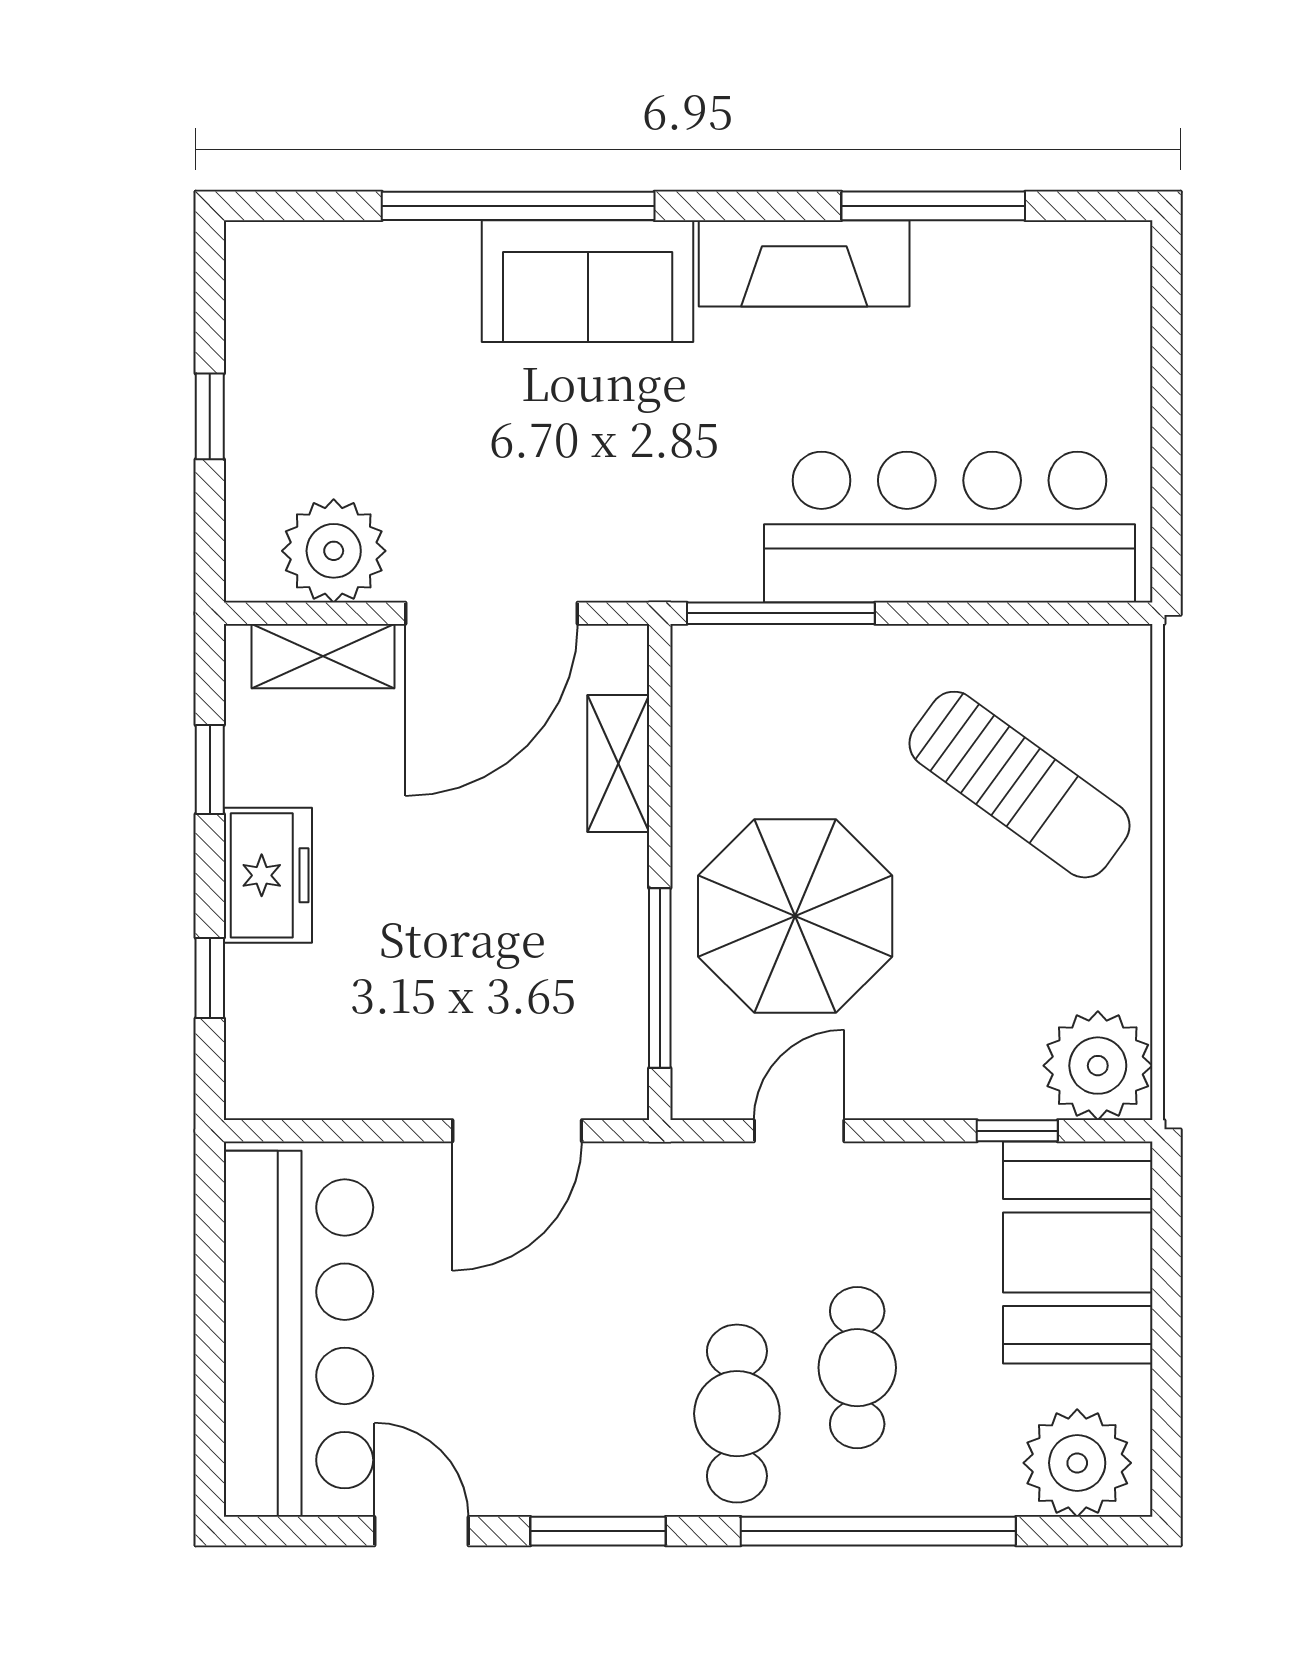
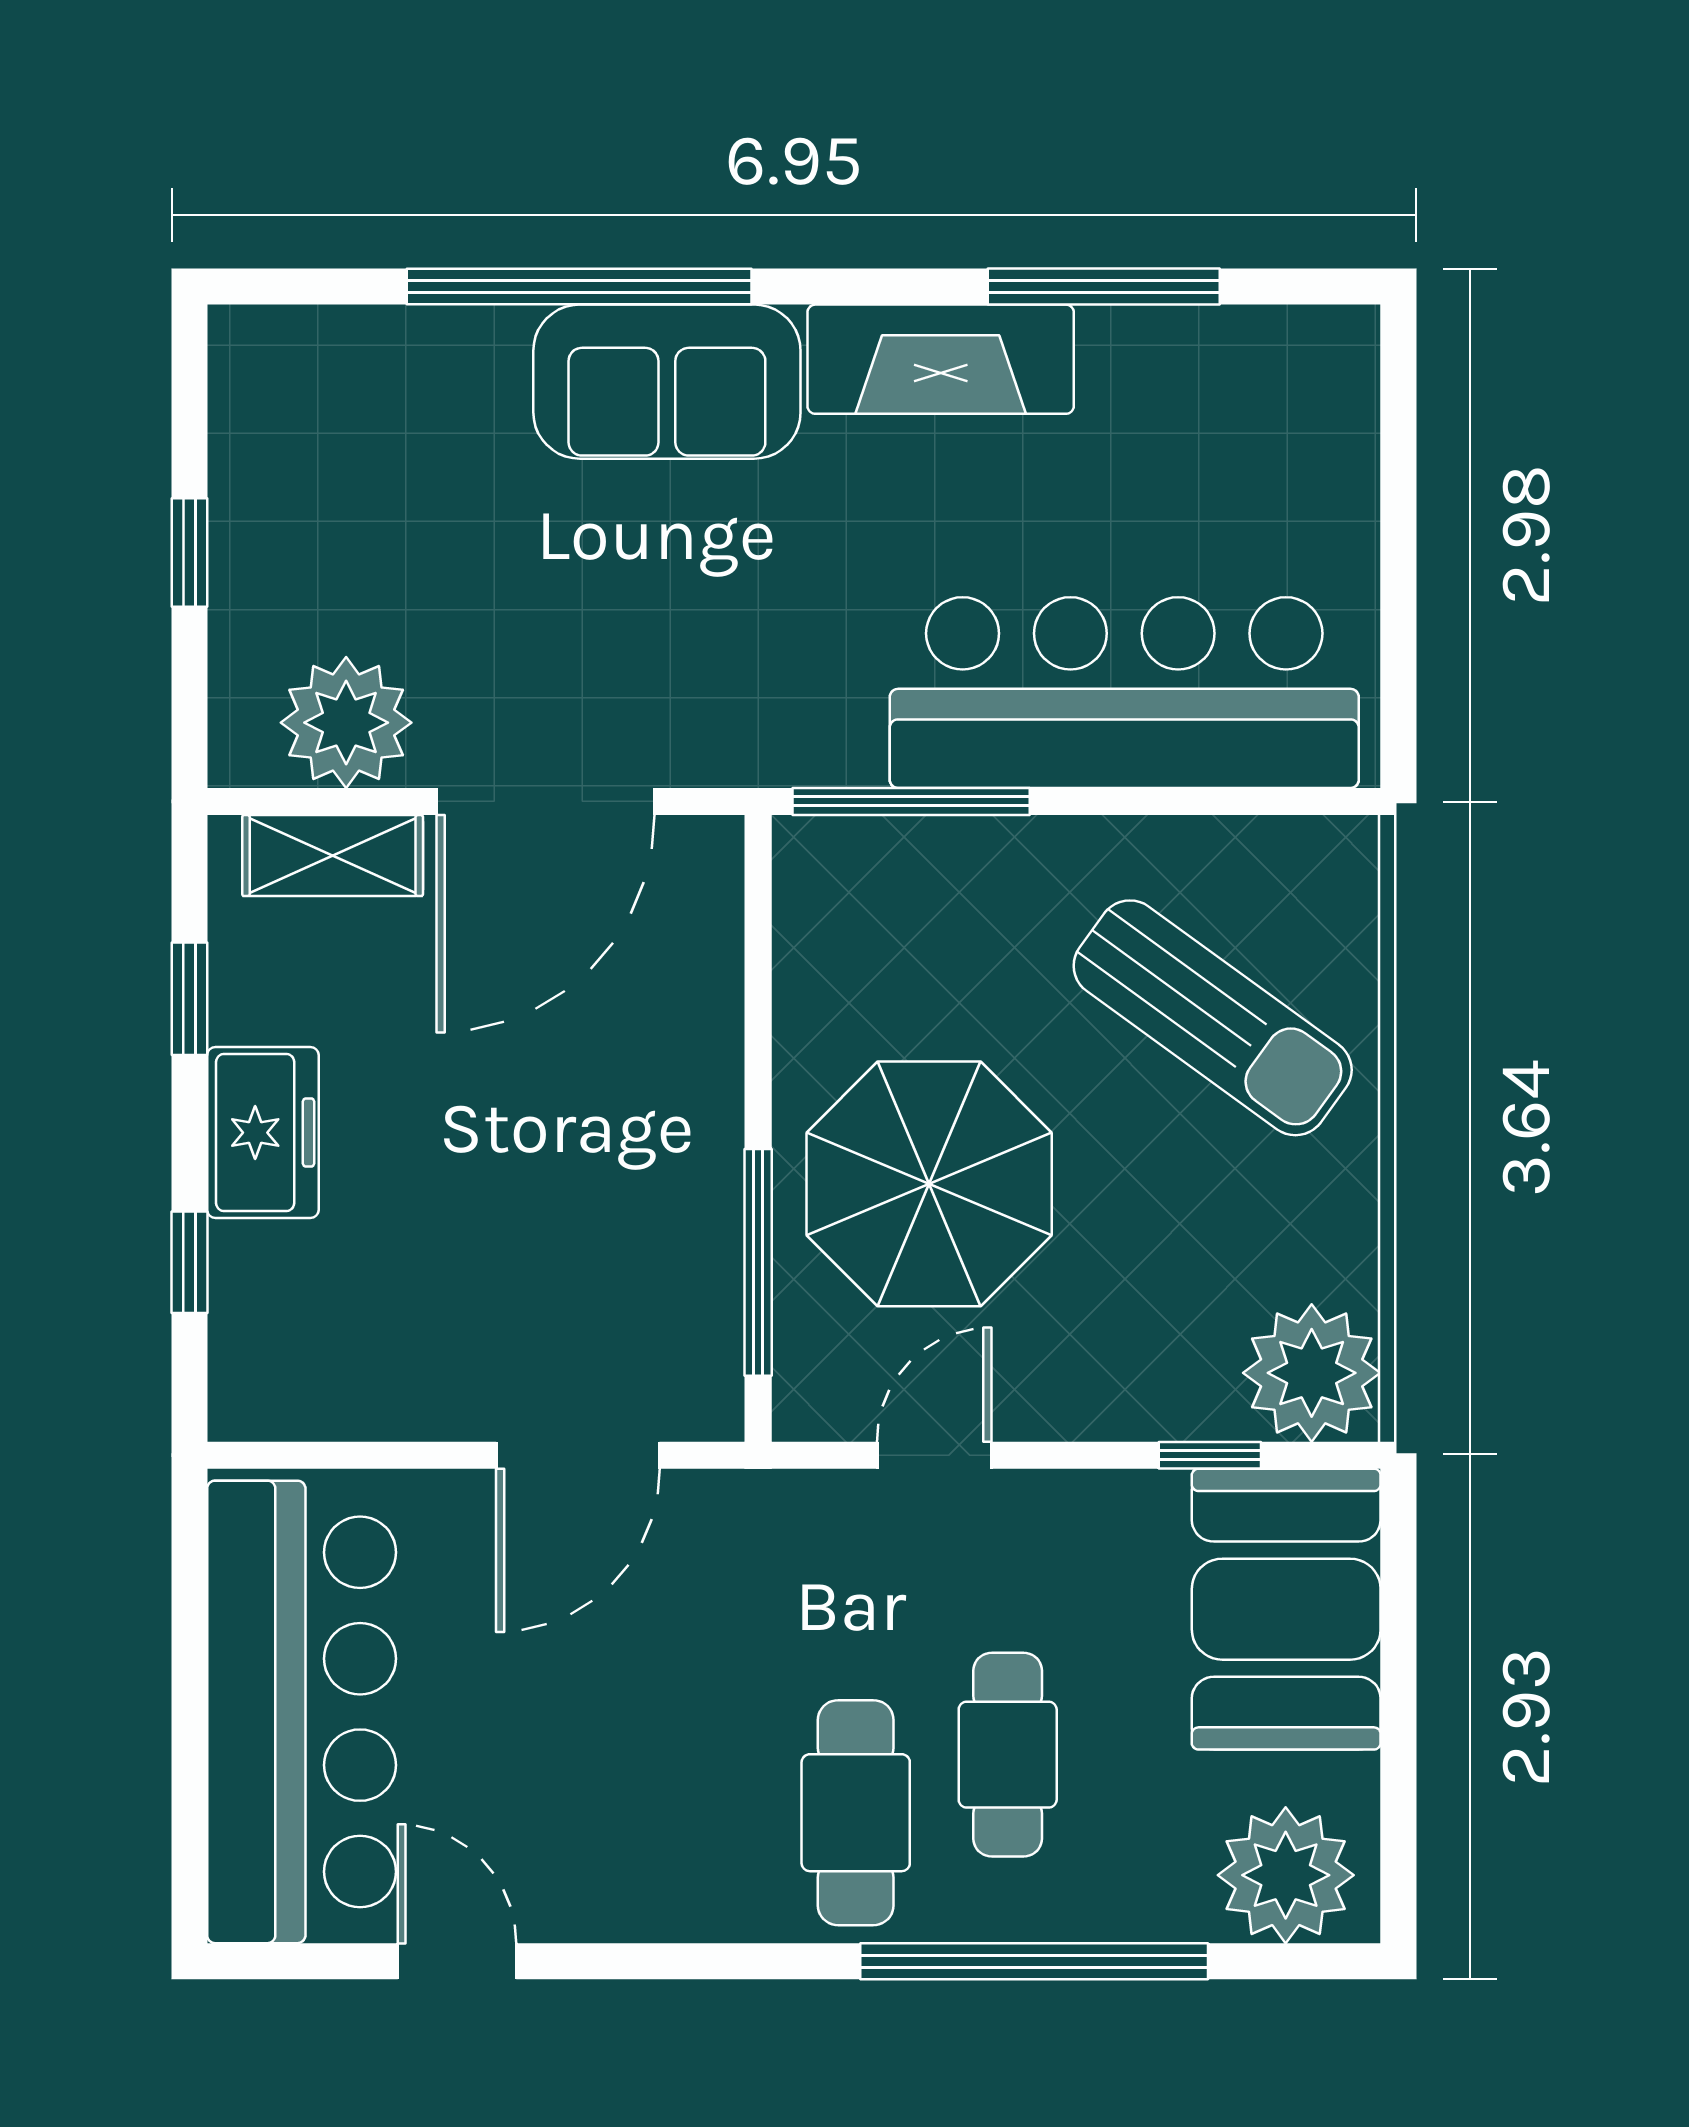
shelving: (618, 763) -> (706, 991), removed
window: (598, 1531) -> (680, 1961), removed

